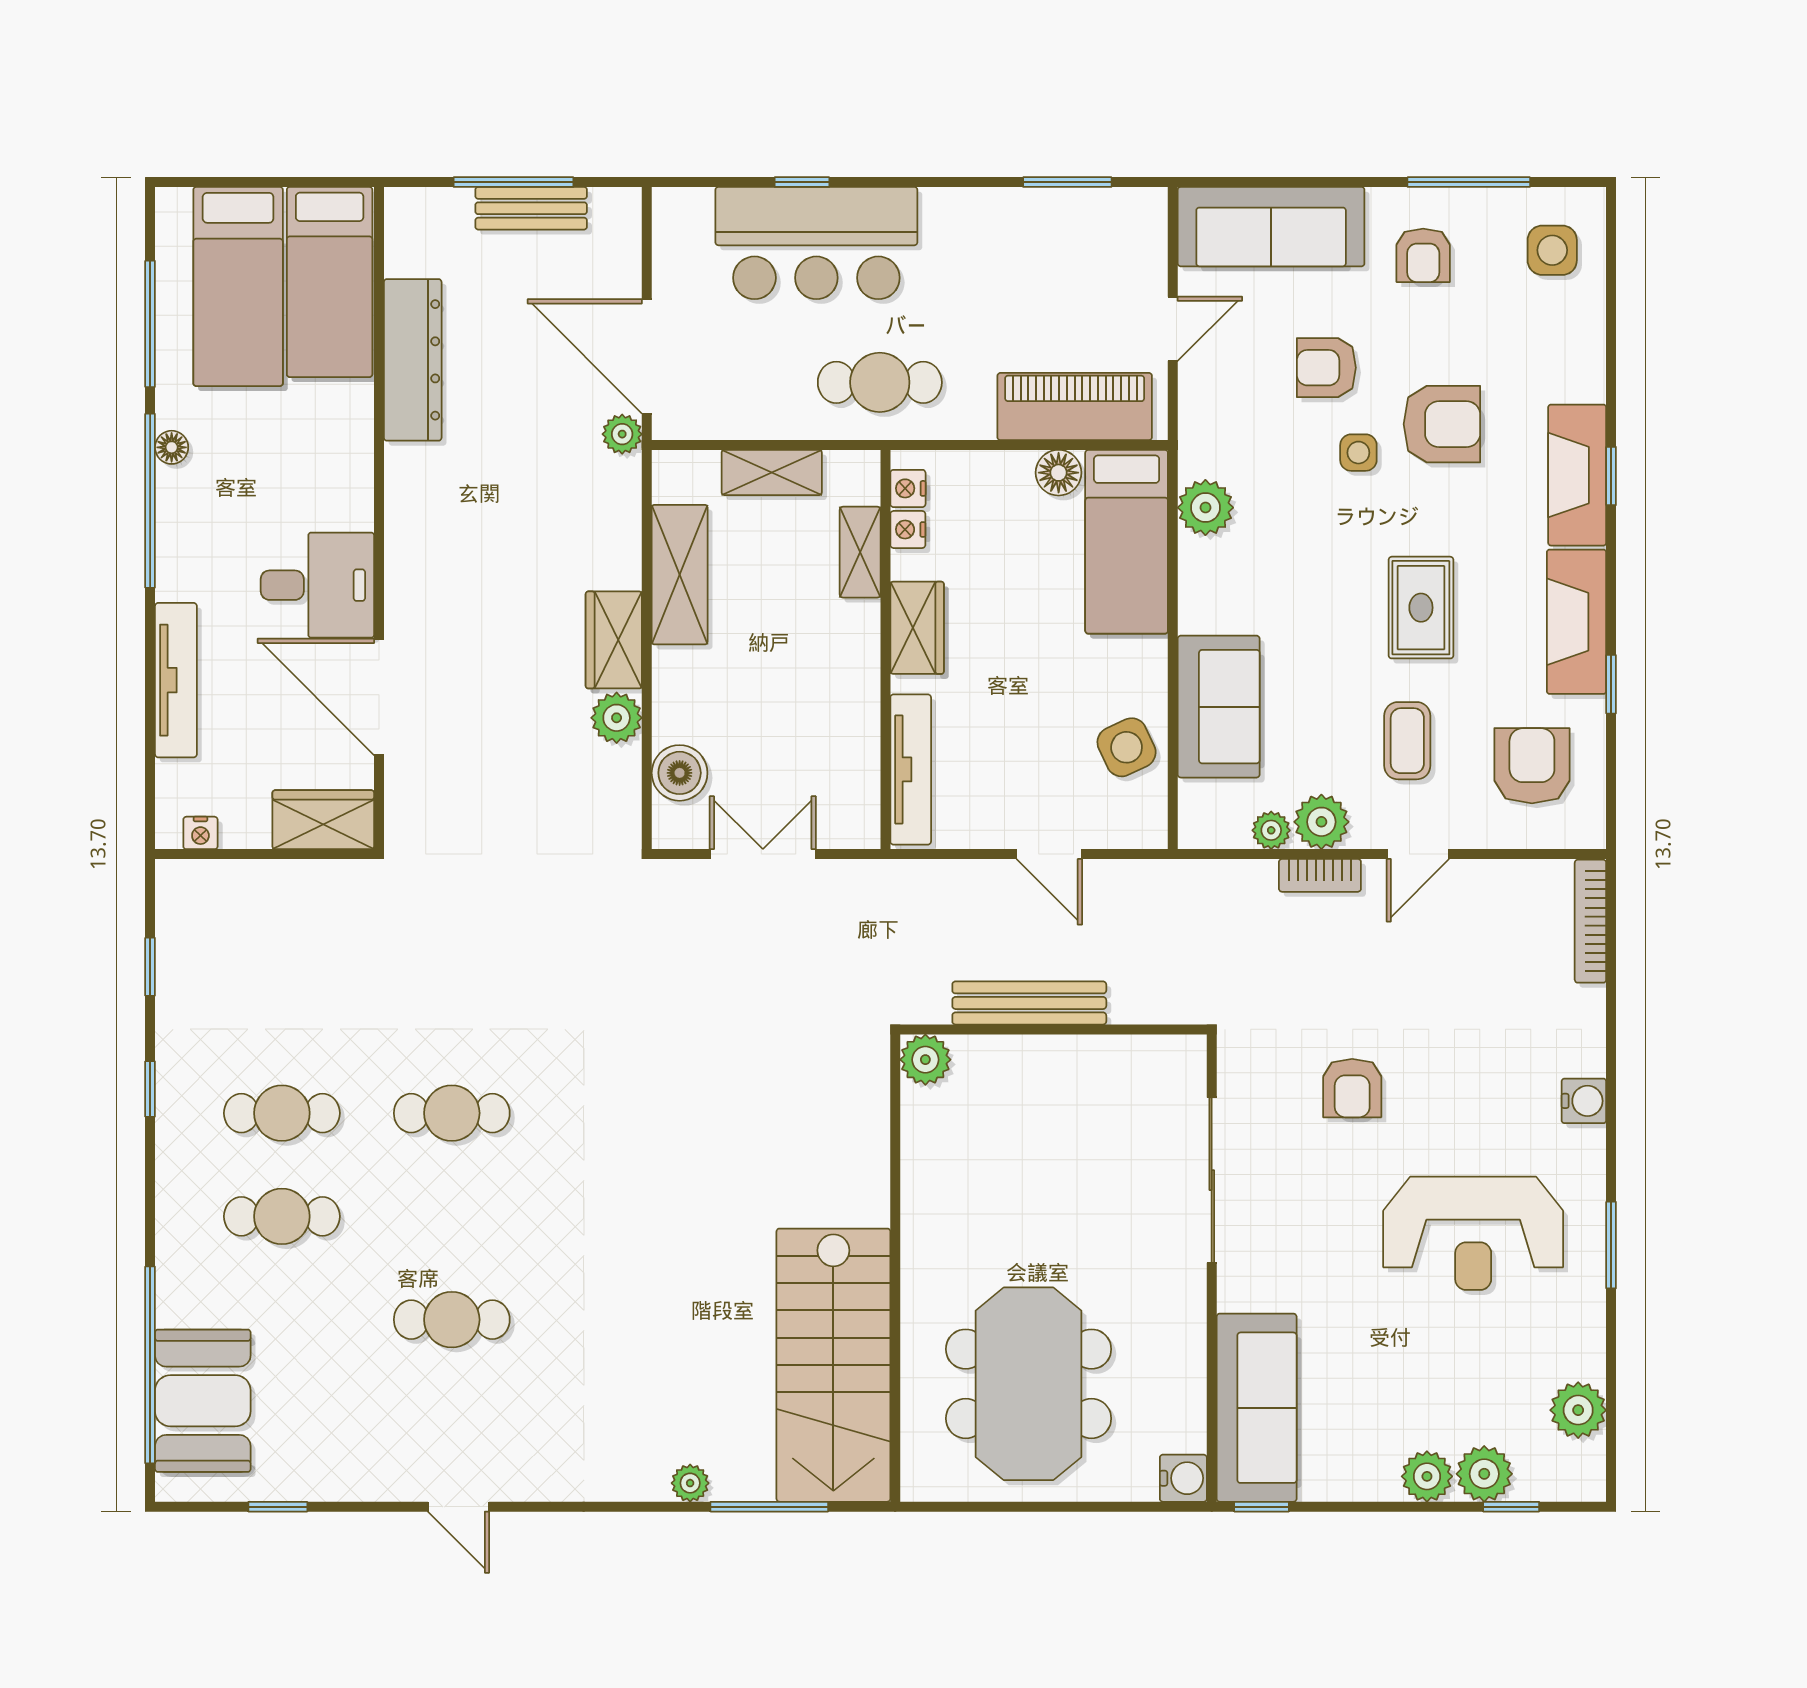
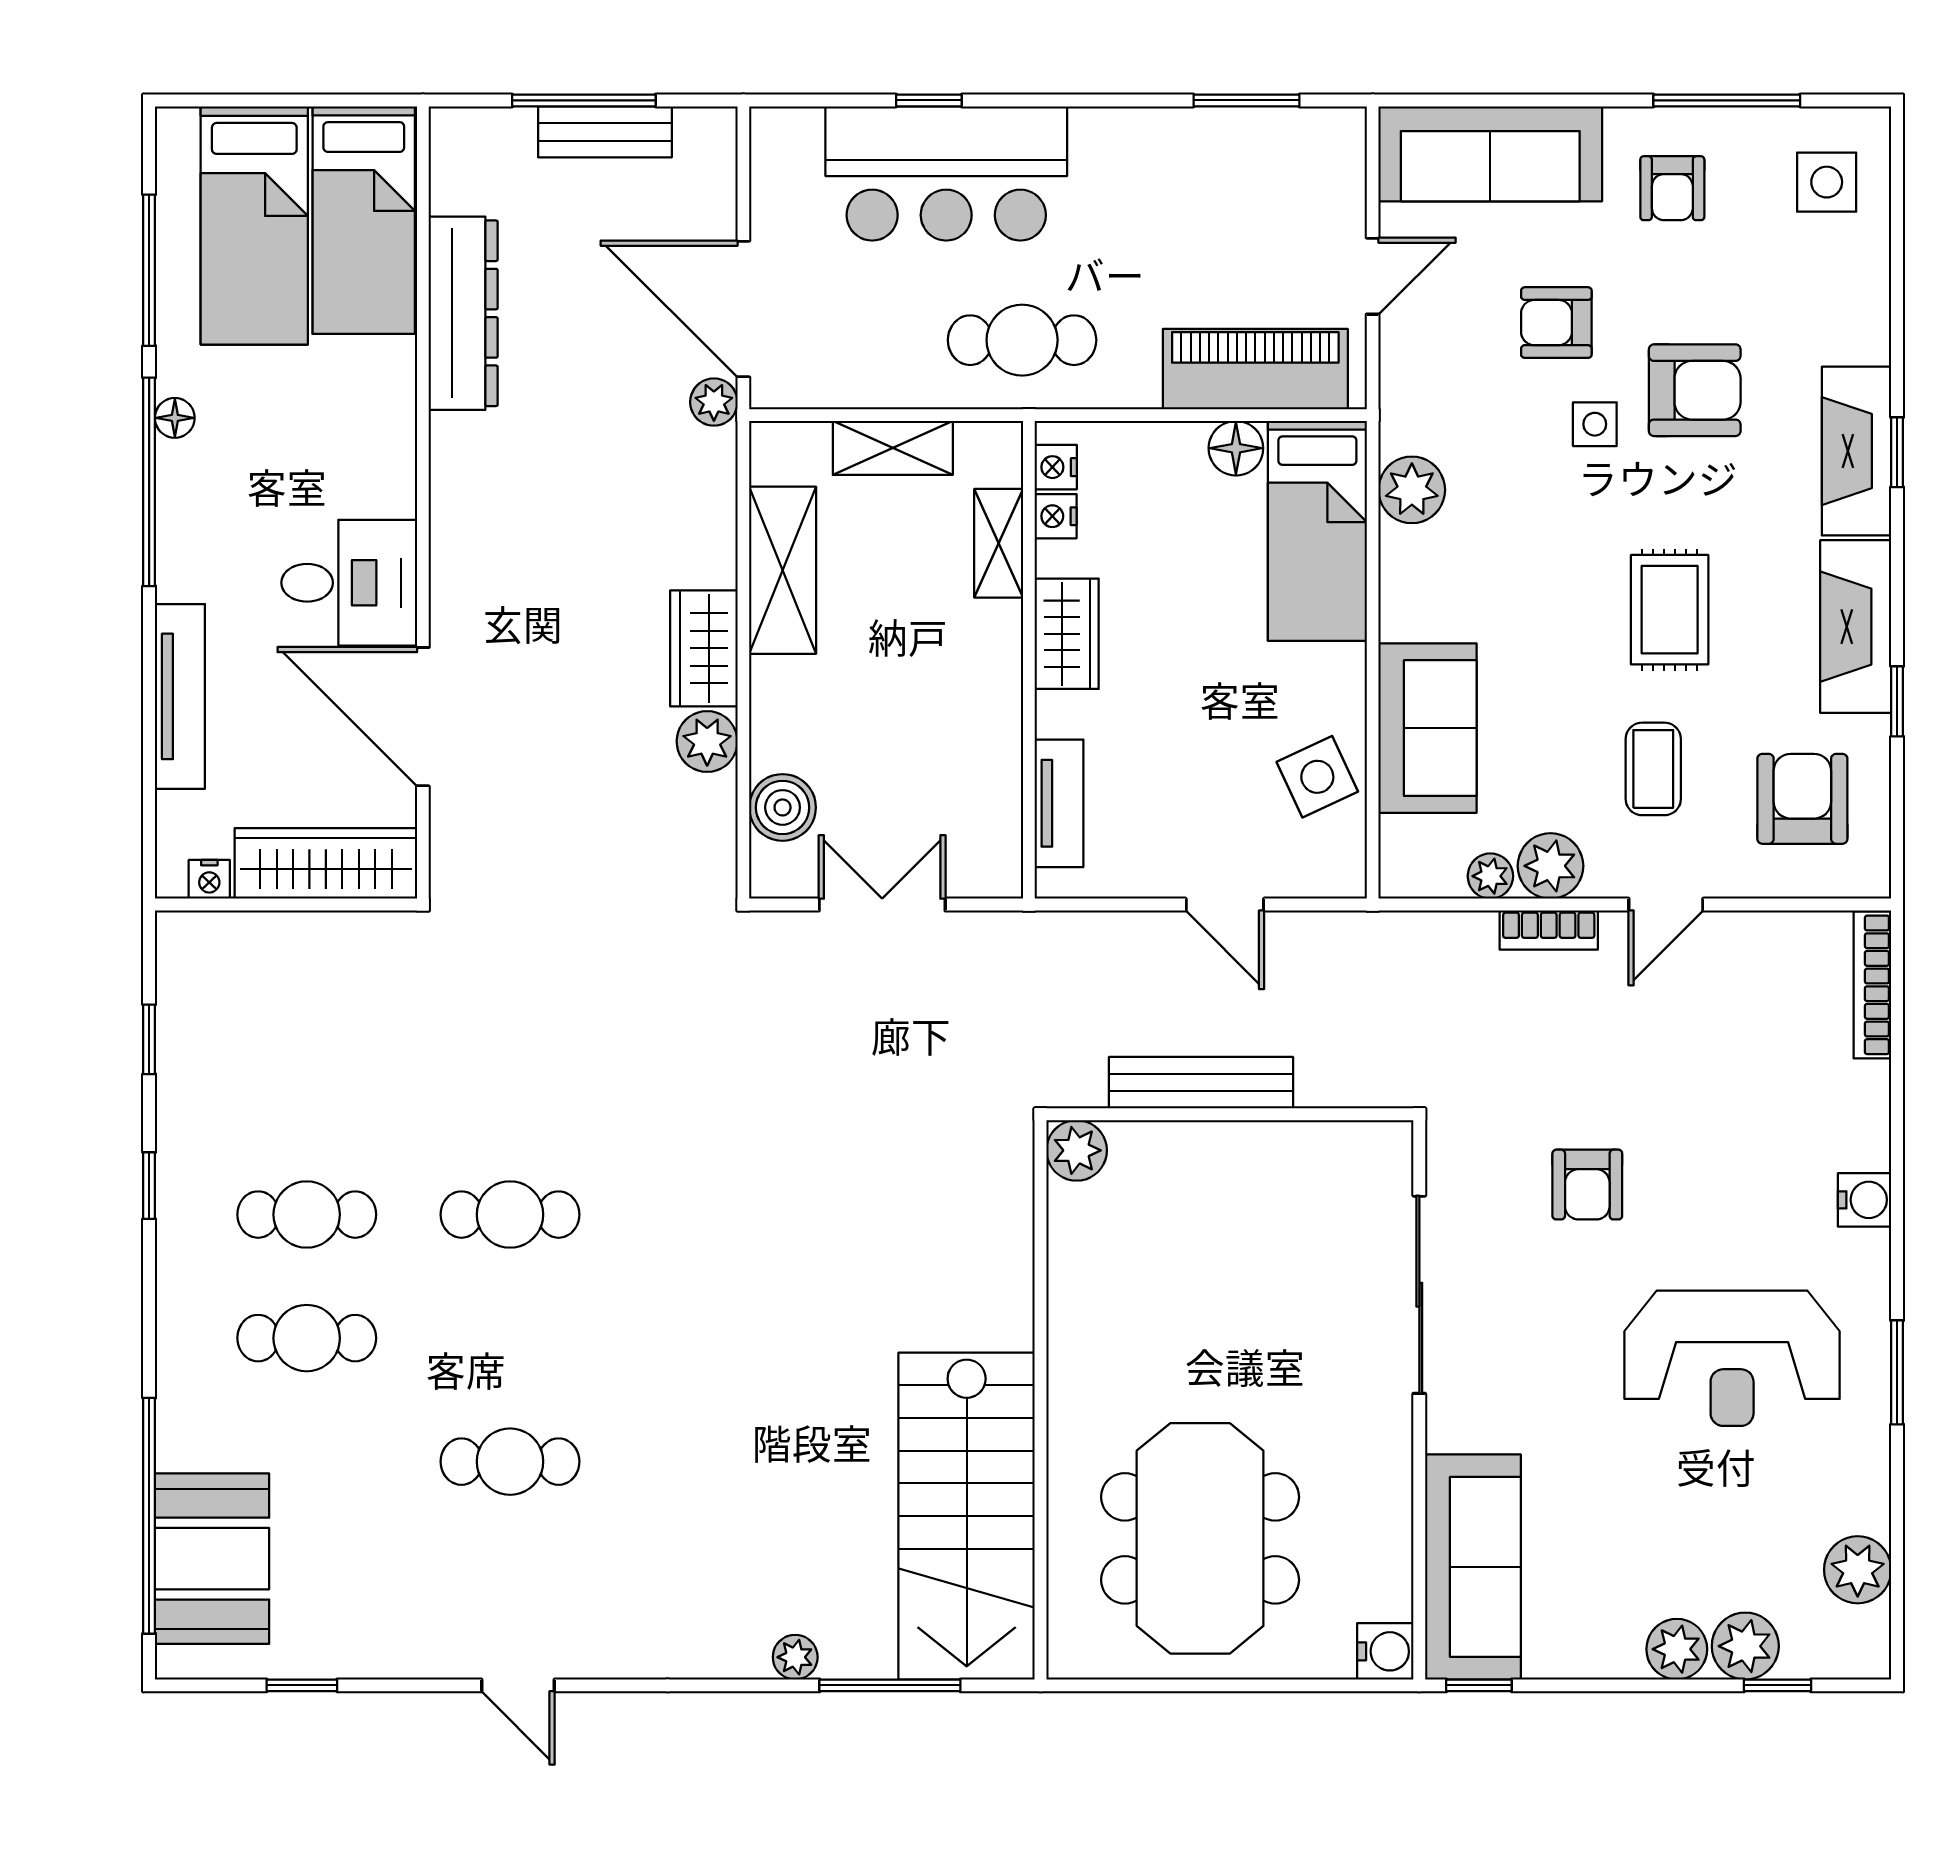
tv unit: (911, 769) -> (1059, 803), width x0.71
wardrobe: (323, 820) -> (326, 863), width x1.50

